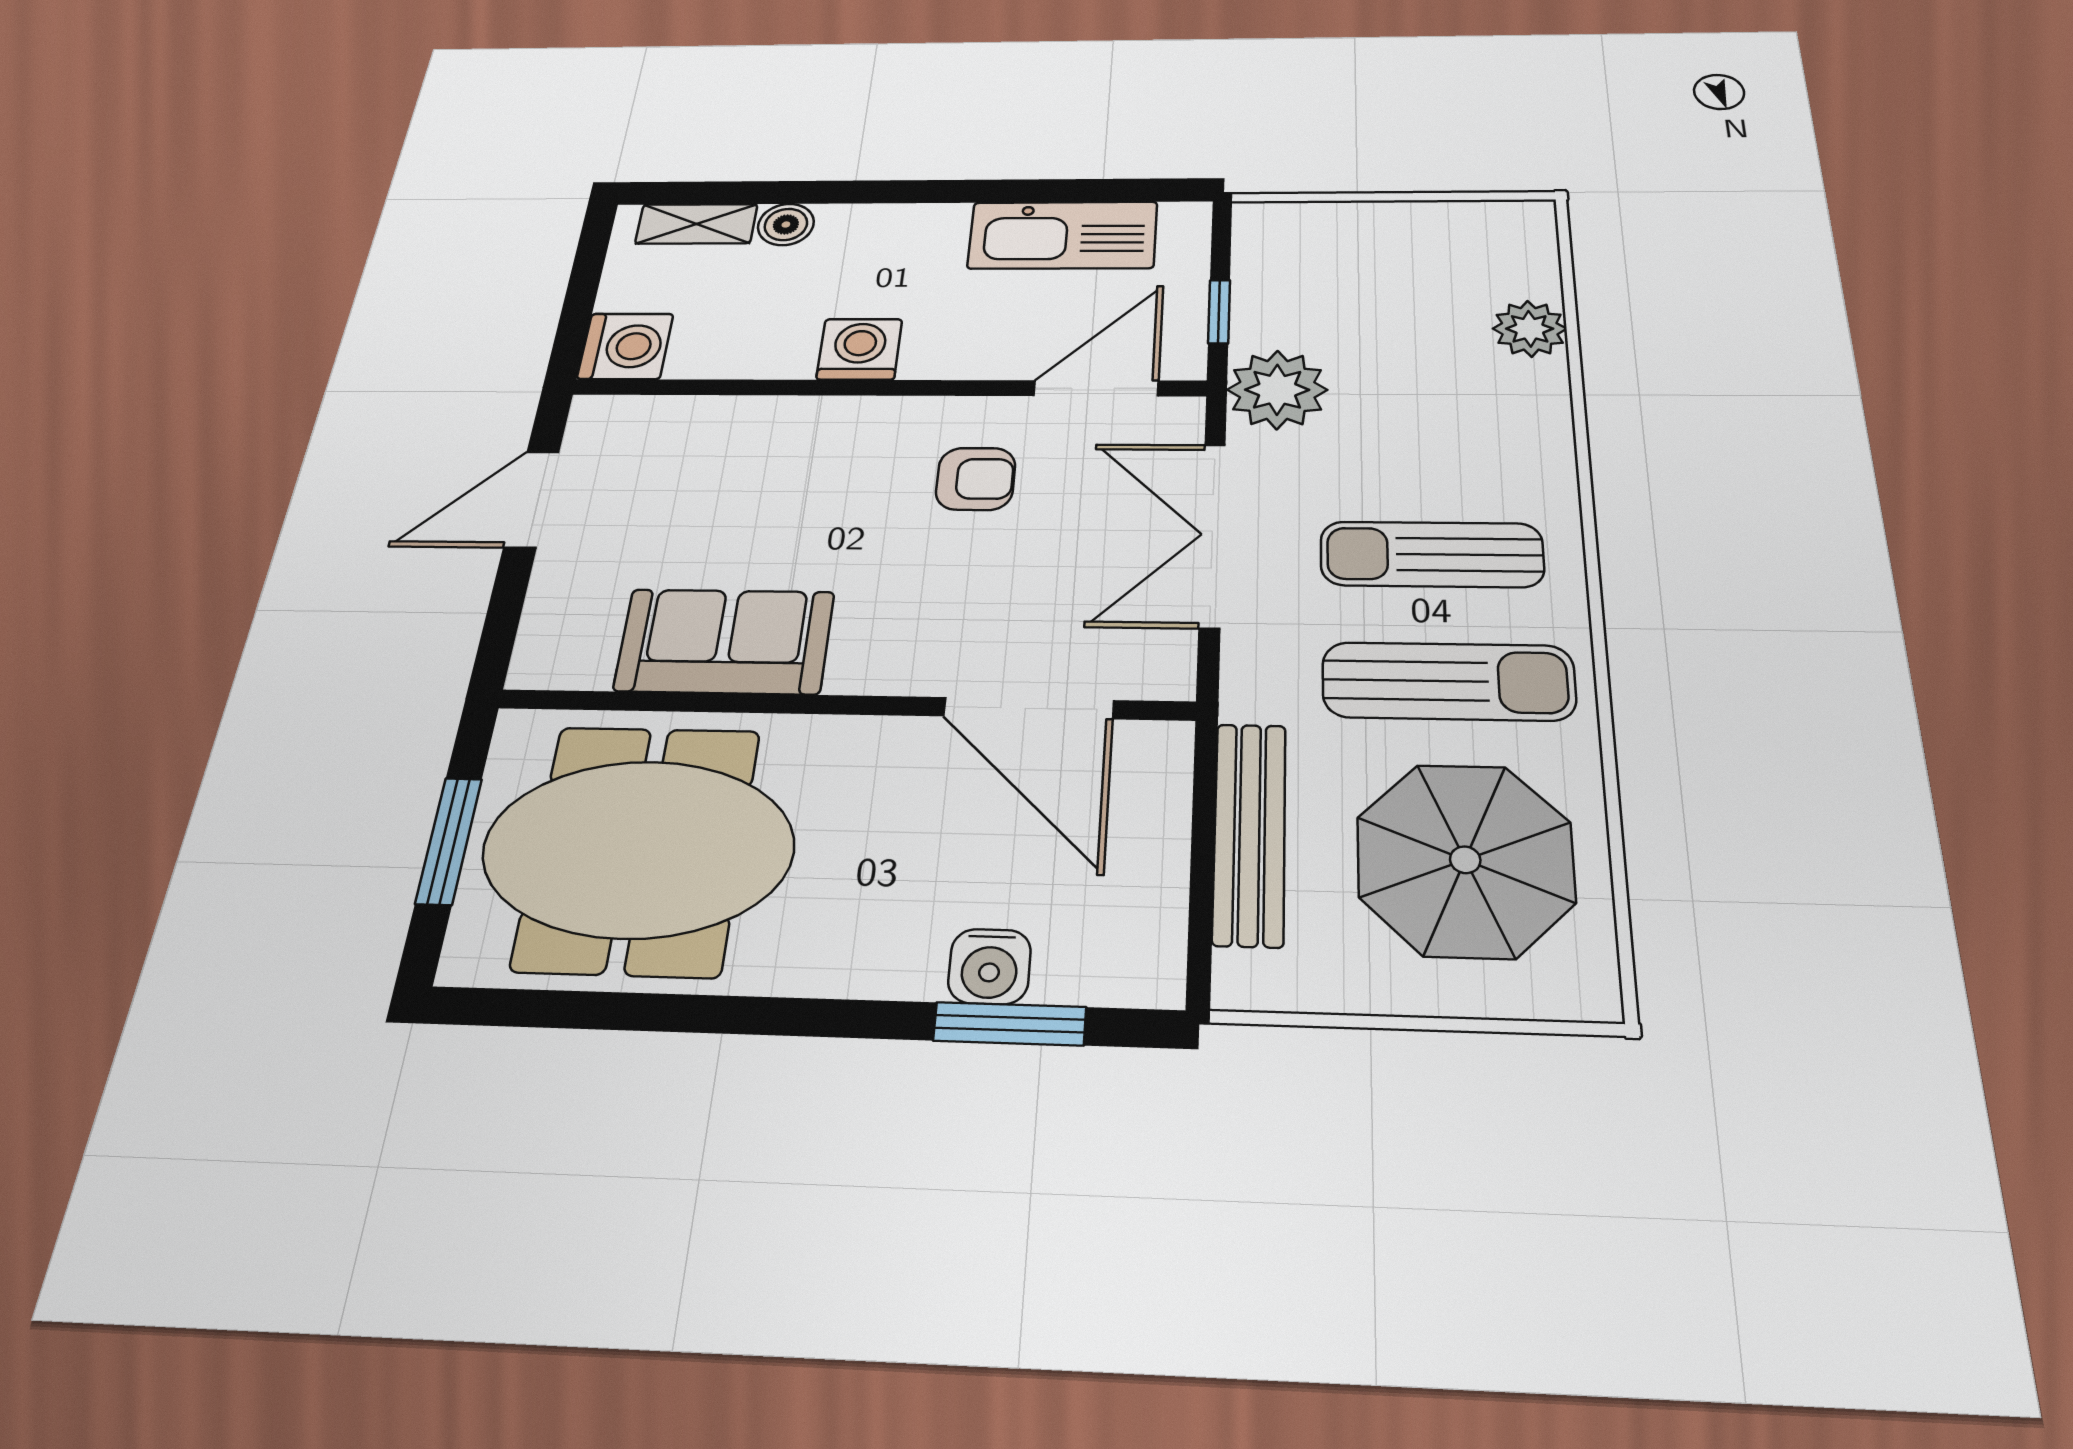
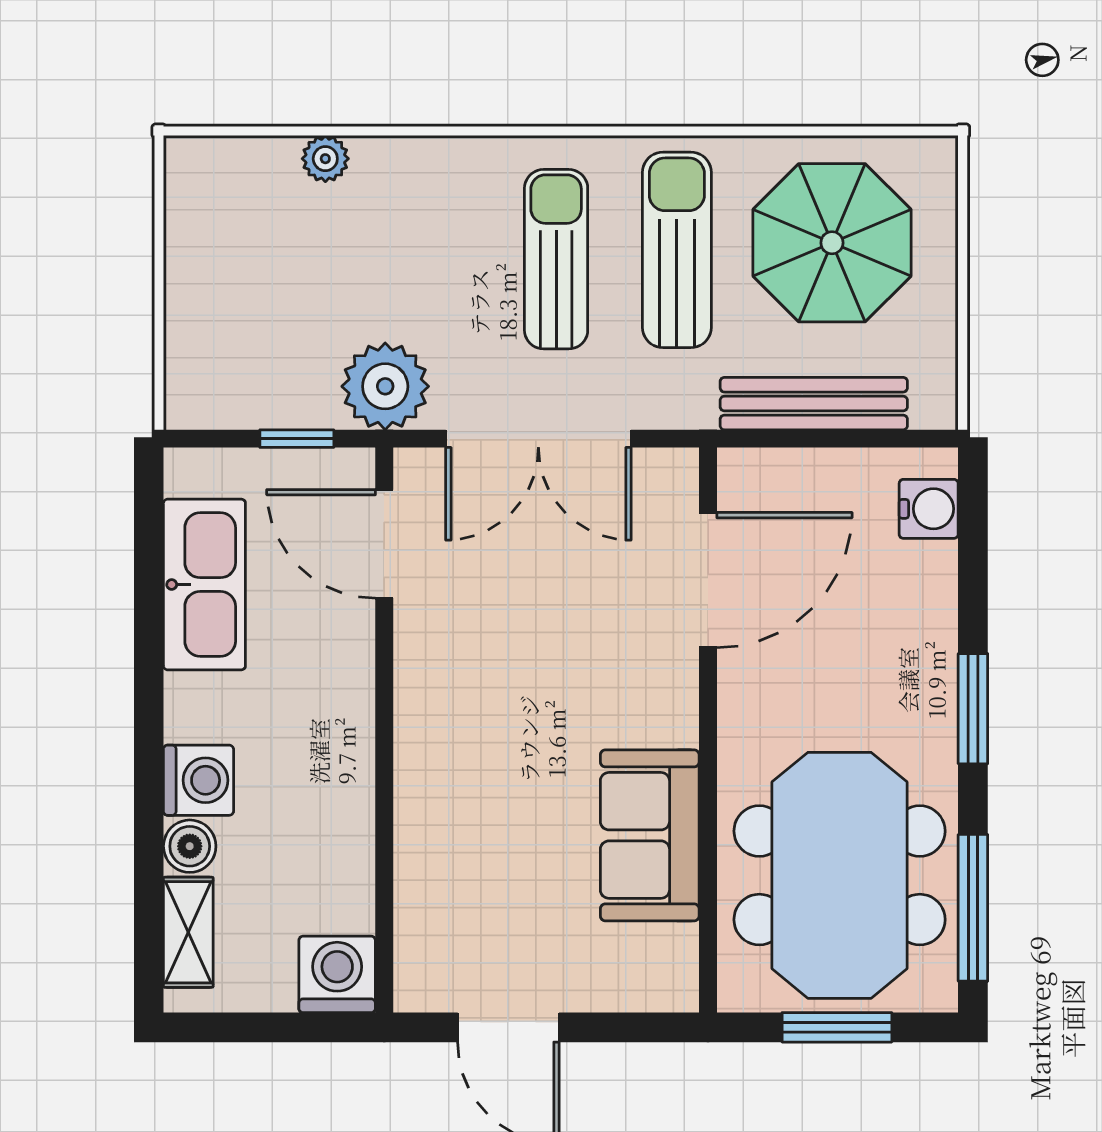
plant: (1530, 329) -> (325, 159), width x0.73, depth x0.73
washing machine: (859, 349) -> (199, 780), moved, turned 180
armchair: (976, 479) -> (483, 642), removed
sun lounger: (1432, 554) -> (556, 259), turned 180
water cooler: (990, 966) -> (929, 509), moved
window: (565, 1009) -> (973, 908), added
window: (1010, 1024) -> (973, 709), moved

